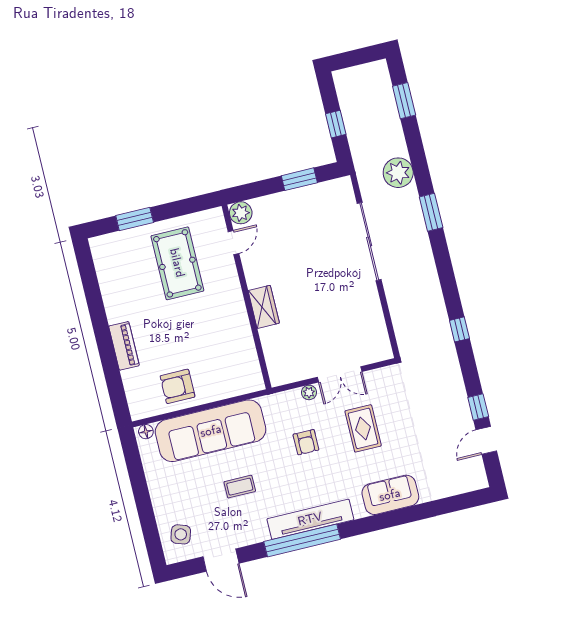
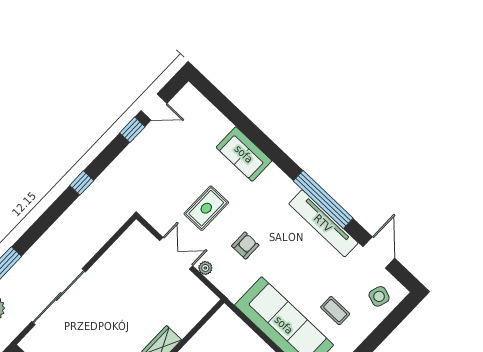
coffee table: (240, 487) -> (335, 311), moved
tv unit: (310, 519) -> (323, 223), moved

